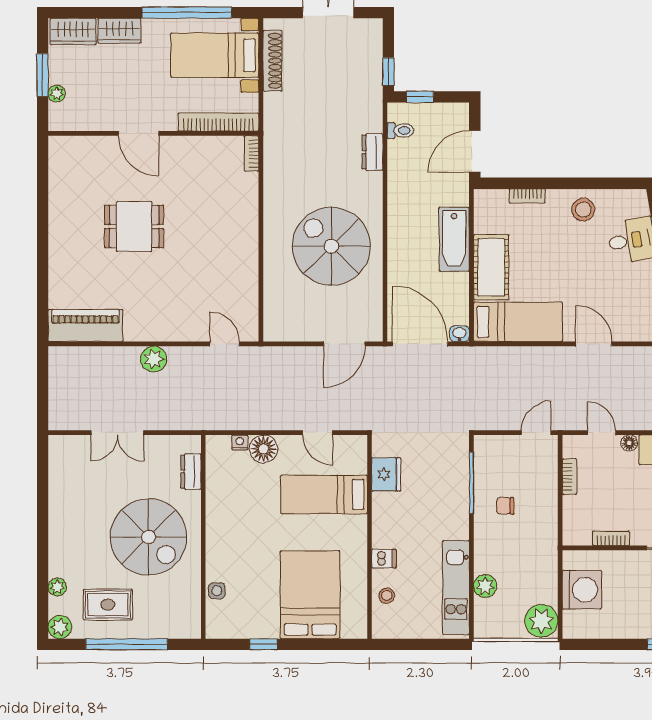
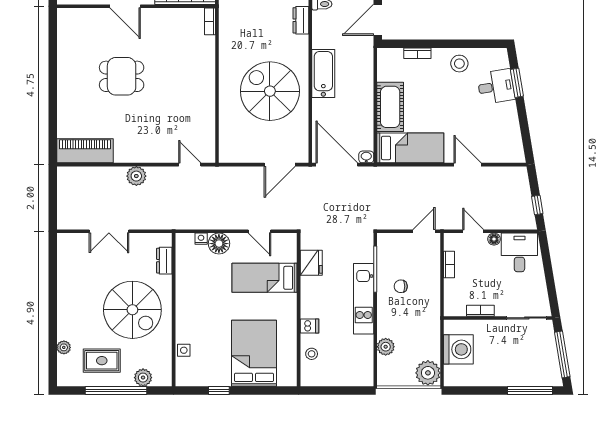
bathtub: (454, 239) -> (323, 74), moved, turned 180
kitchen unit: (456, 587) -> (364, 299), moved
plant: (60, 627) -> (143, 378), moved

